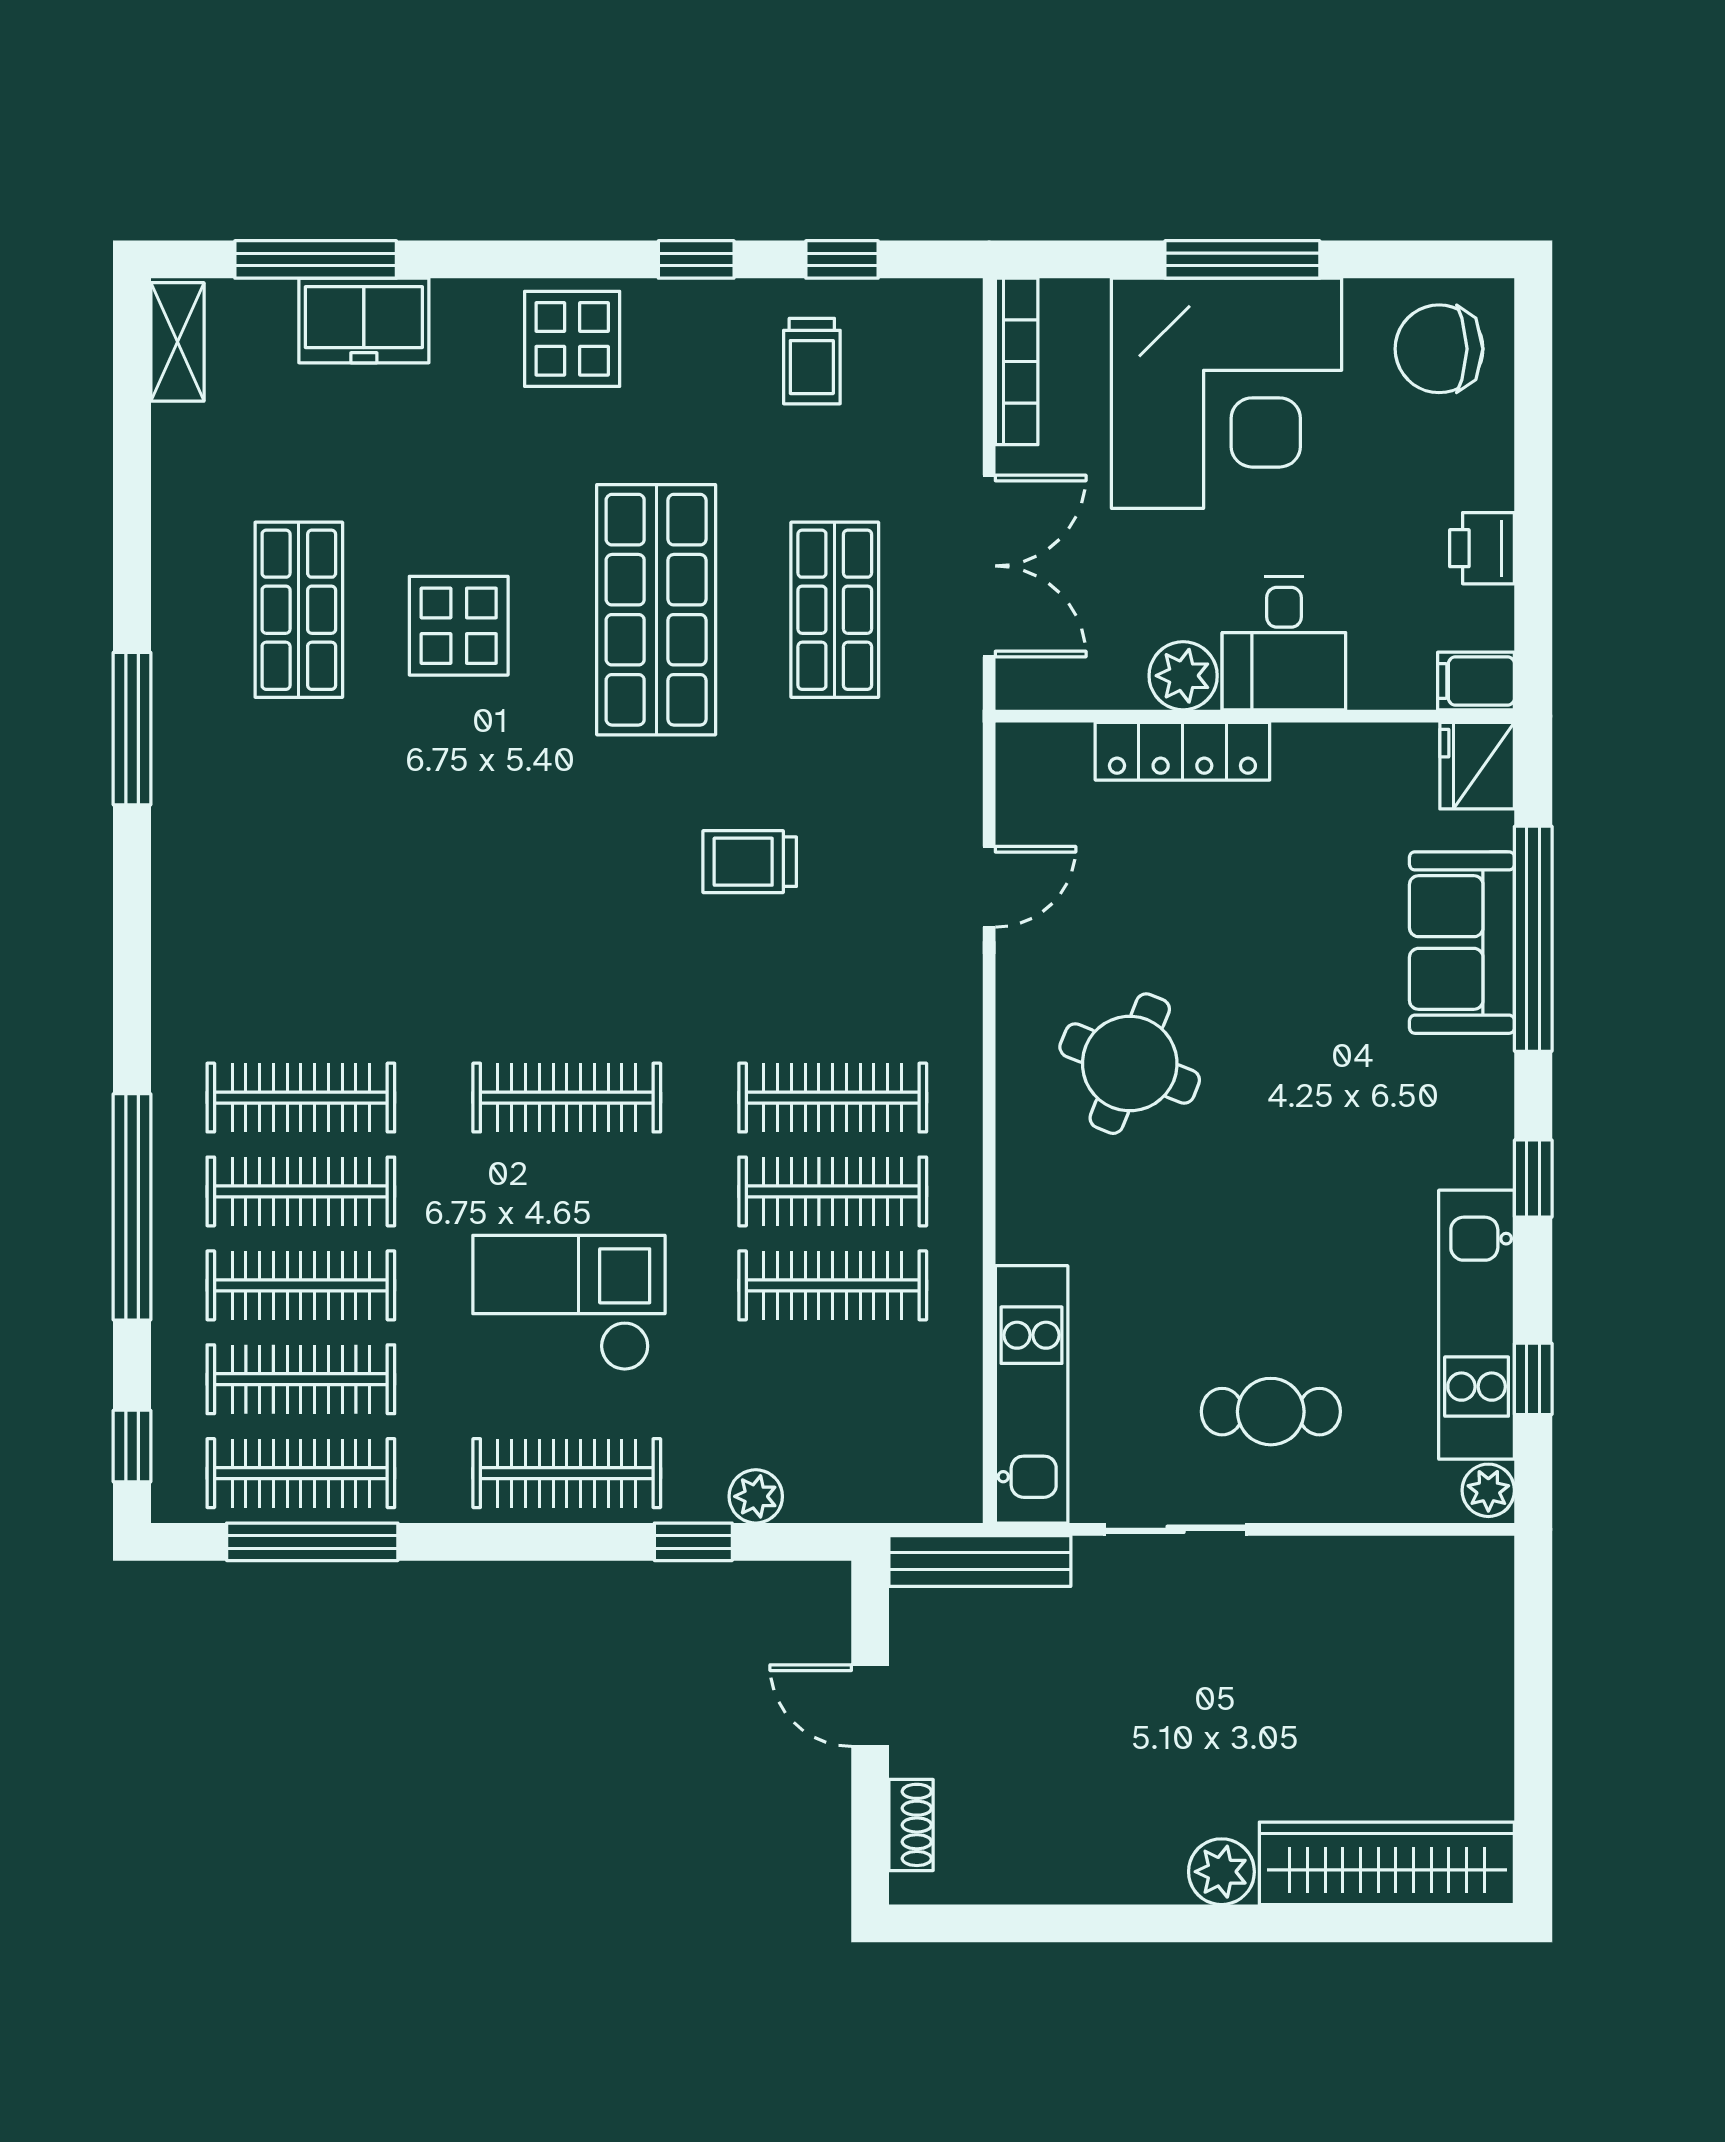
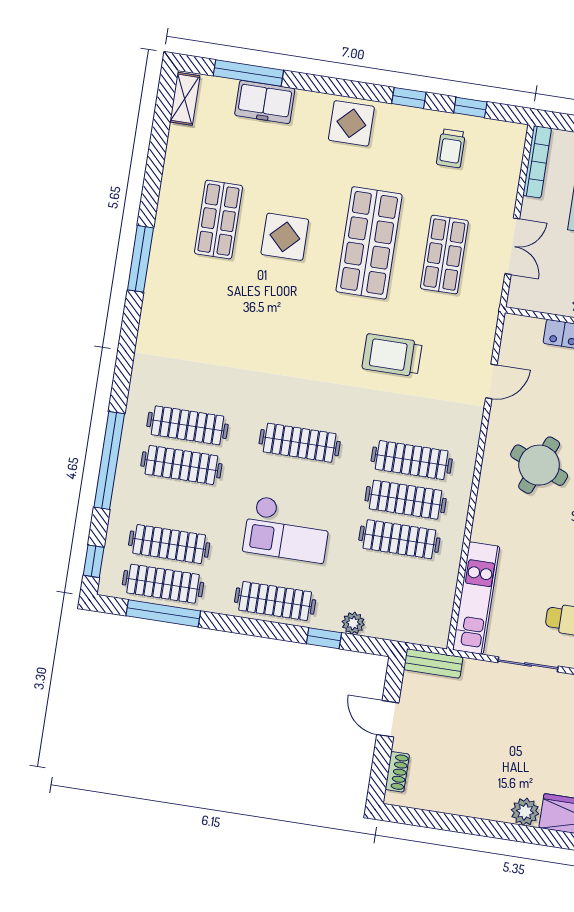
double door: (989, 566) -> (512, 246), width x0.73
trolley: (750, 862) -> (392, 355), width x1.36, depth x1.39
clothes rail: (301, 1285) -> (175, 505), removed
checkout: (569, 1303) -> (287, 529), turned 180
bench: (980, 1561) -> (433, 663), width x0.73

